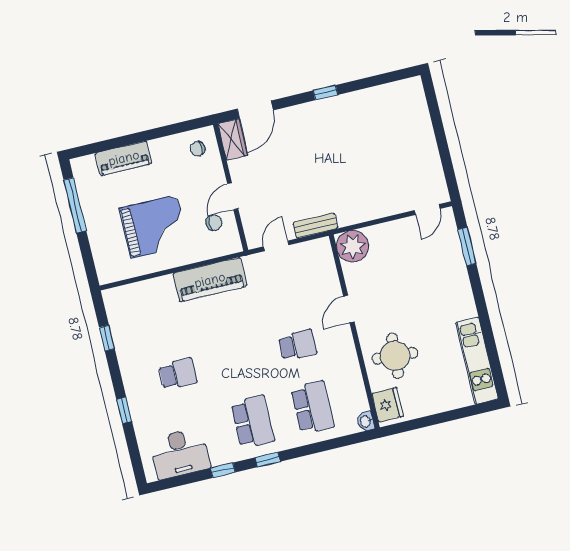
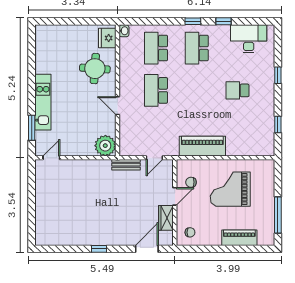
wardrobe: (233, 139) -> (166, 218), moved
door: (349, 309) -> (117, 106), swing flipped
school desk: (298, 345) -> (156, 90), width x1.85
kitchen unit: (477, 361) -> (43, 102), moved

